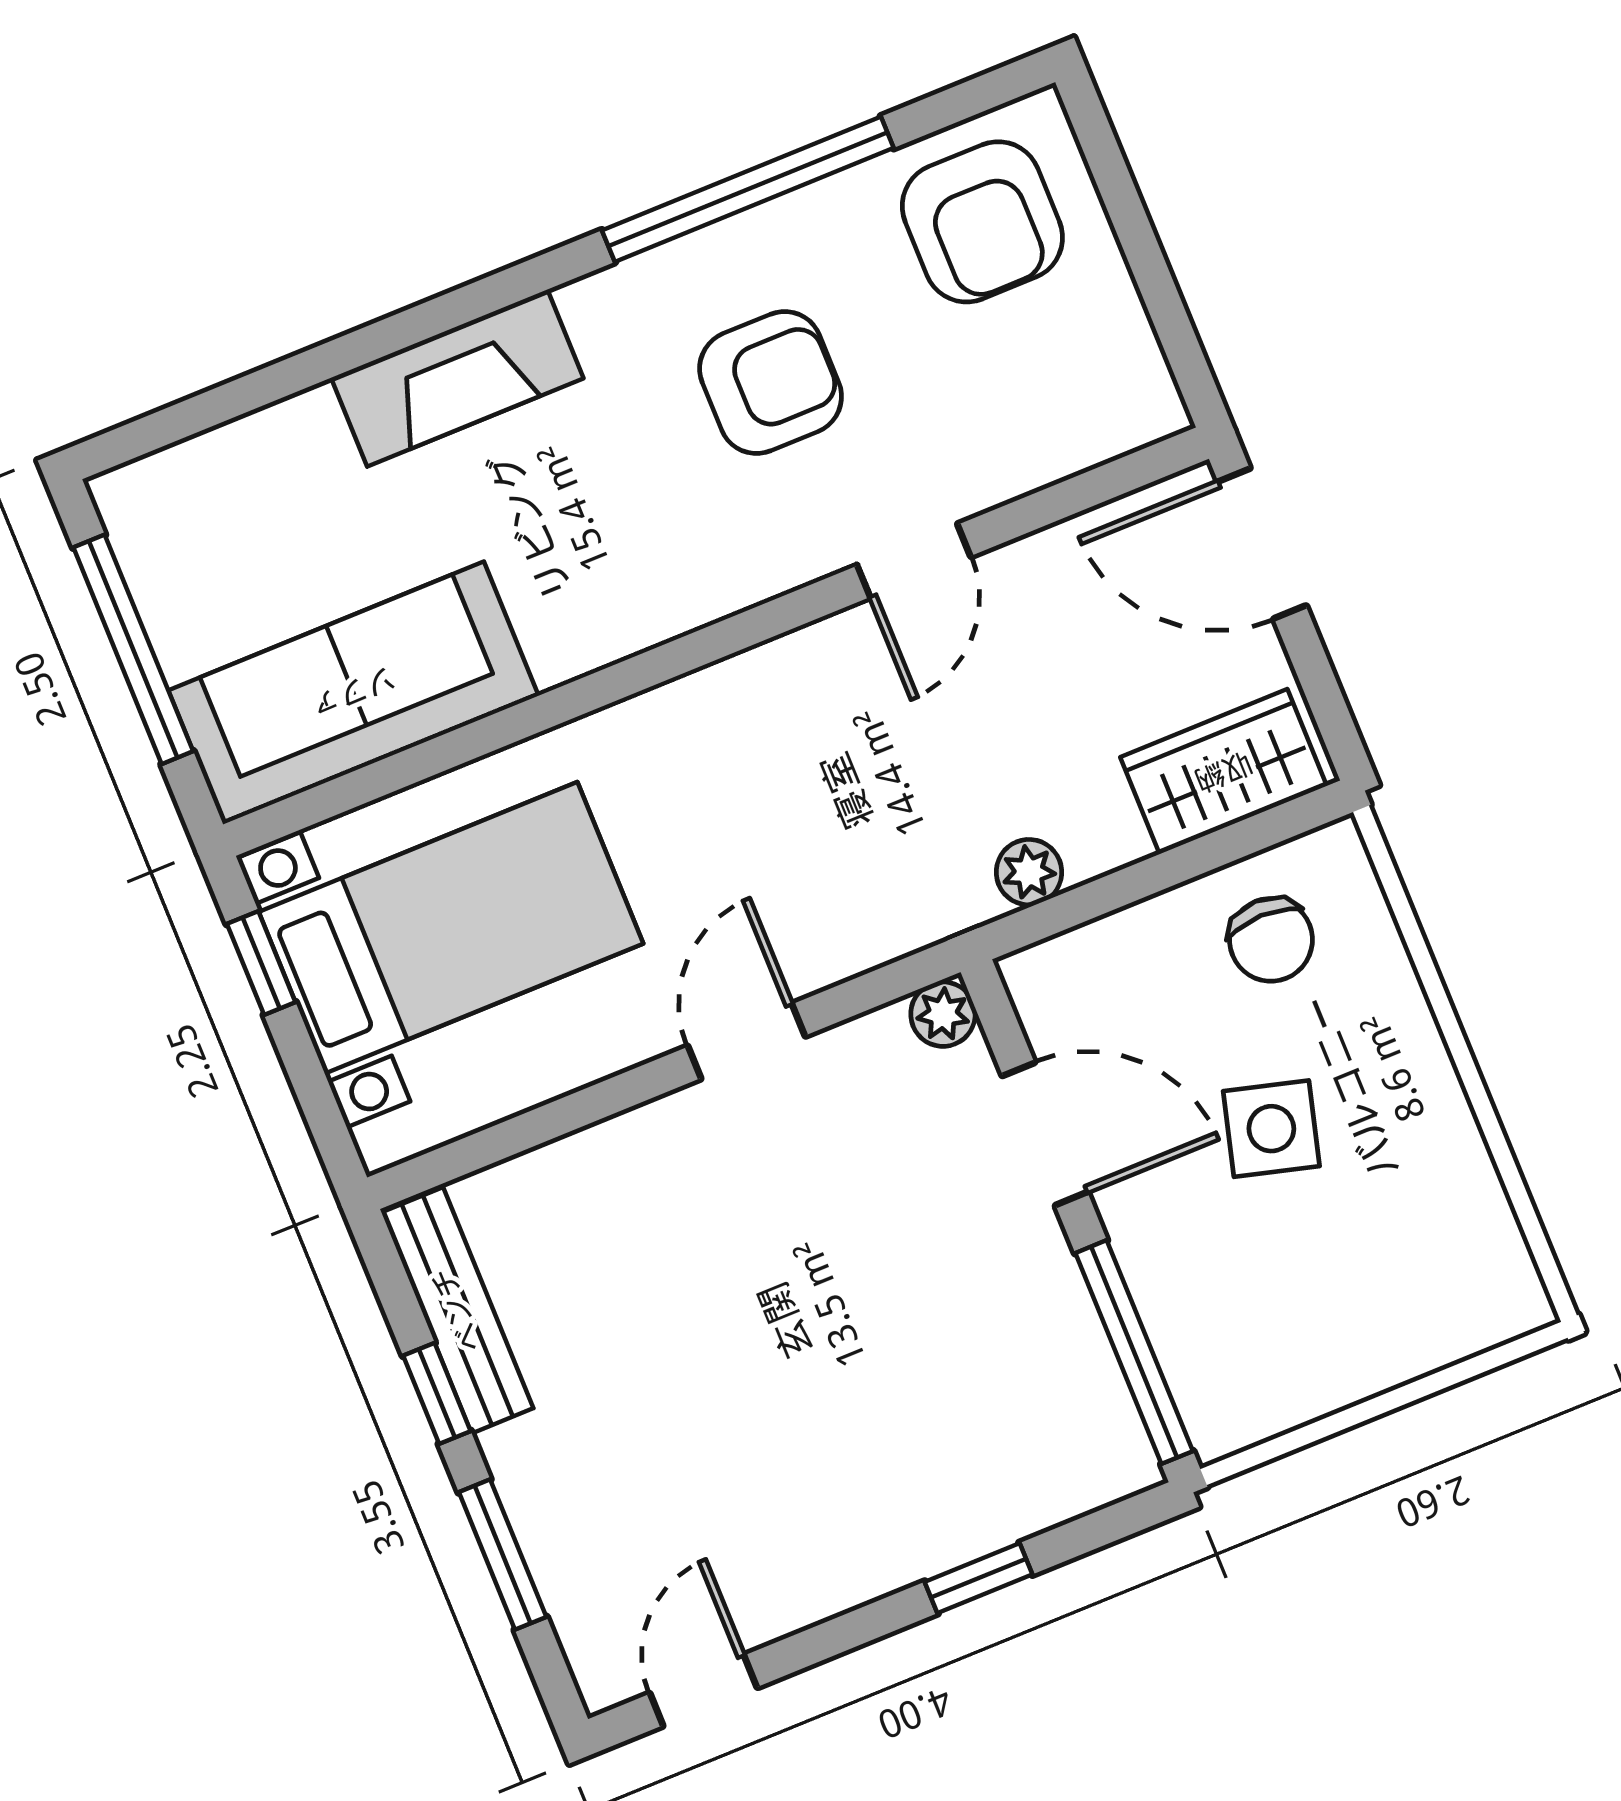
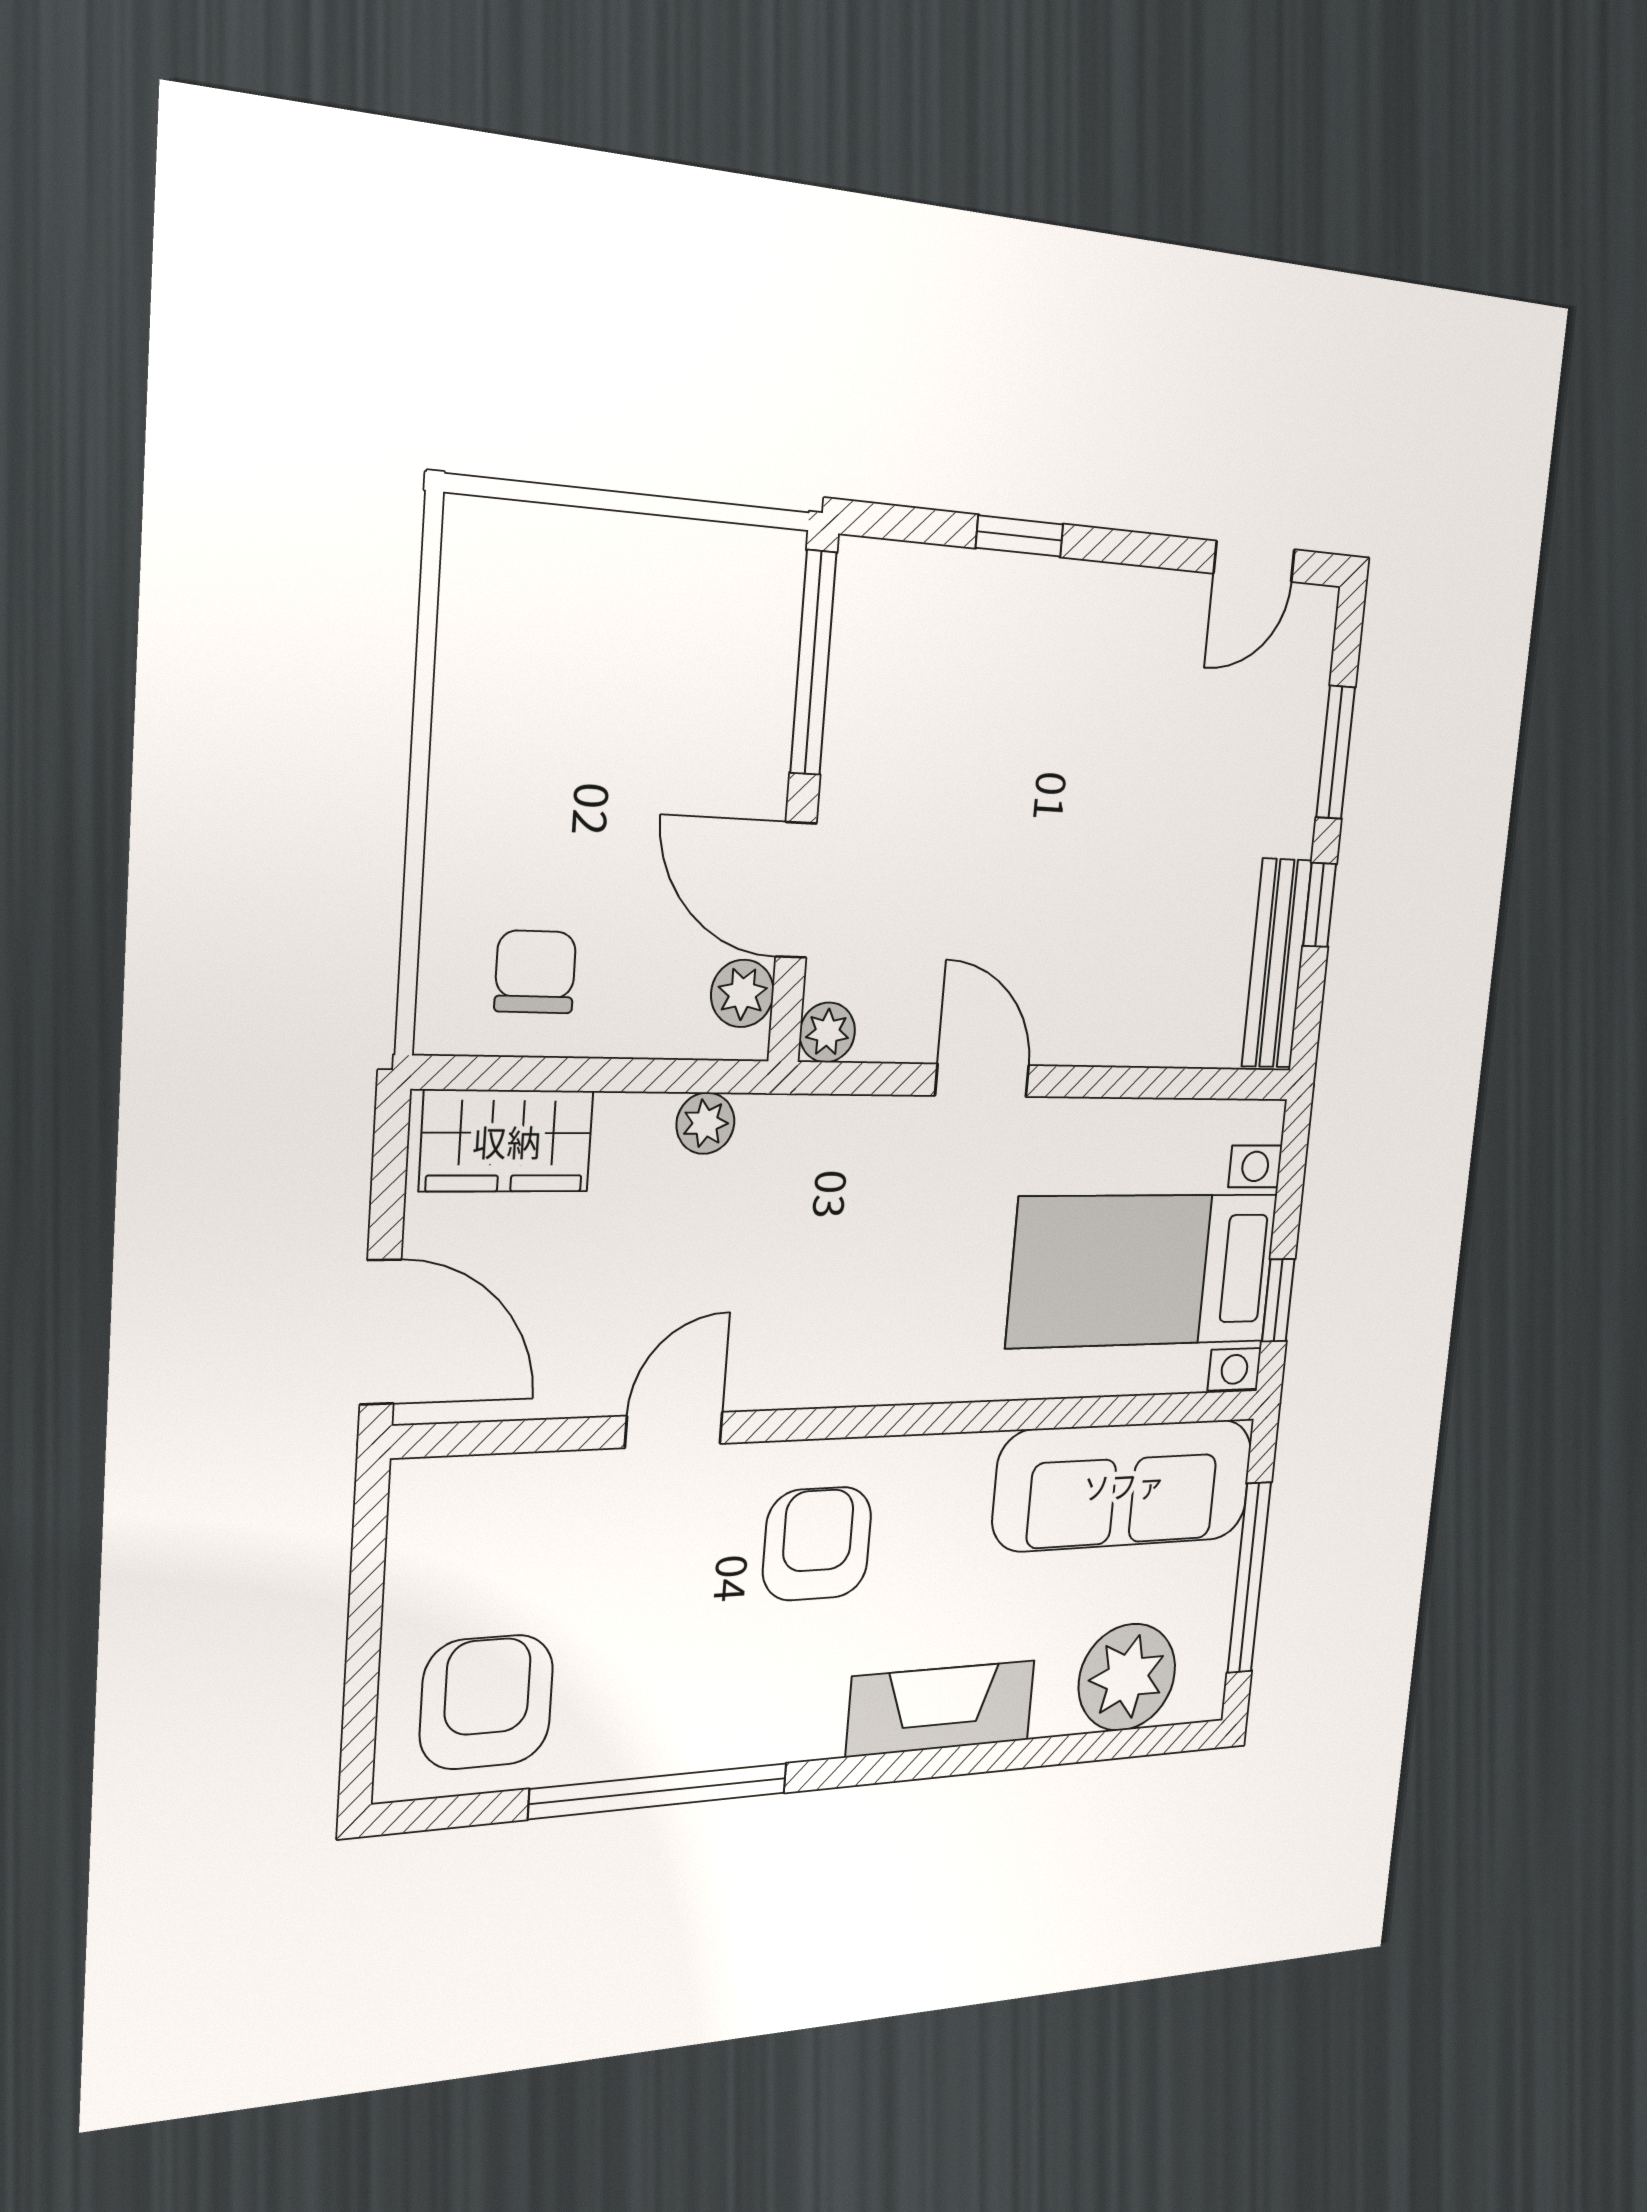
armchair: (771, 383) -> (817, 1544), moved, turned 90
plant: (237, 487) -> (1127, 1677), added
plant: (1052, 1012) -> (742, 993), added
door: (746, 1041) -> (982, 1080), swing flipped
side table: (1271, 1129) -> (612, 802), removed

